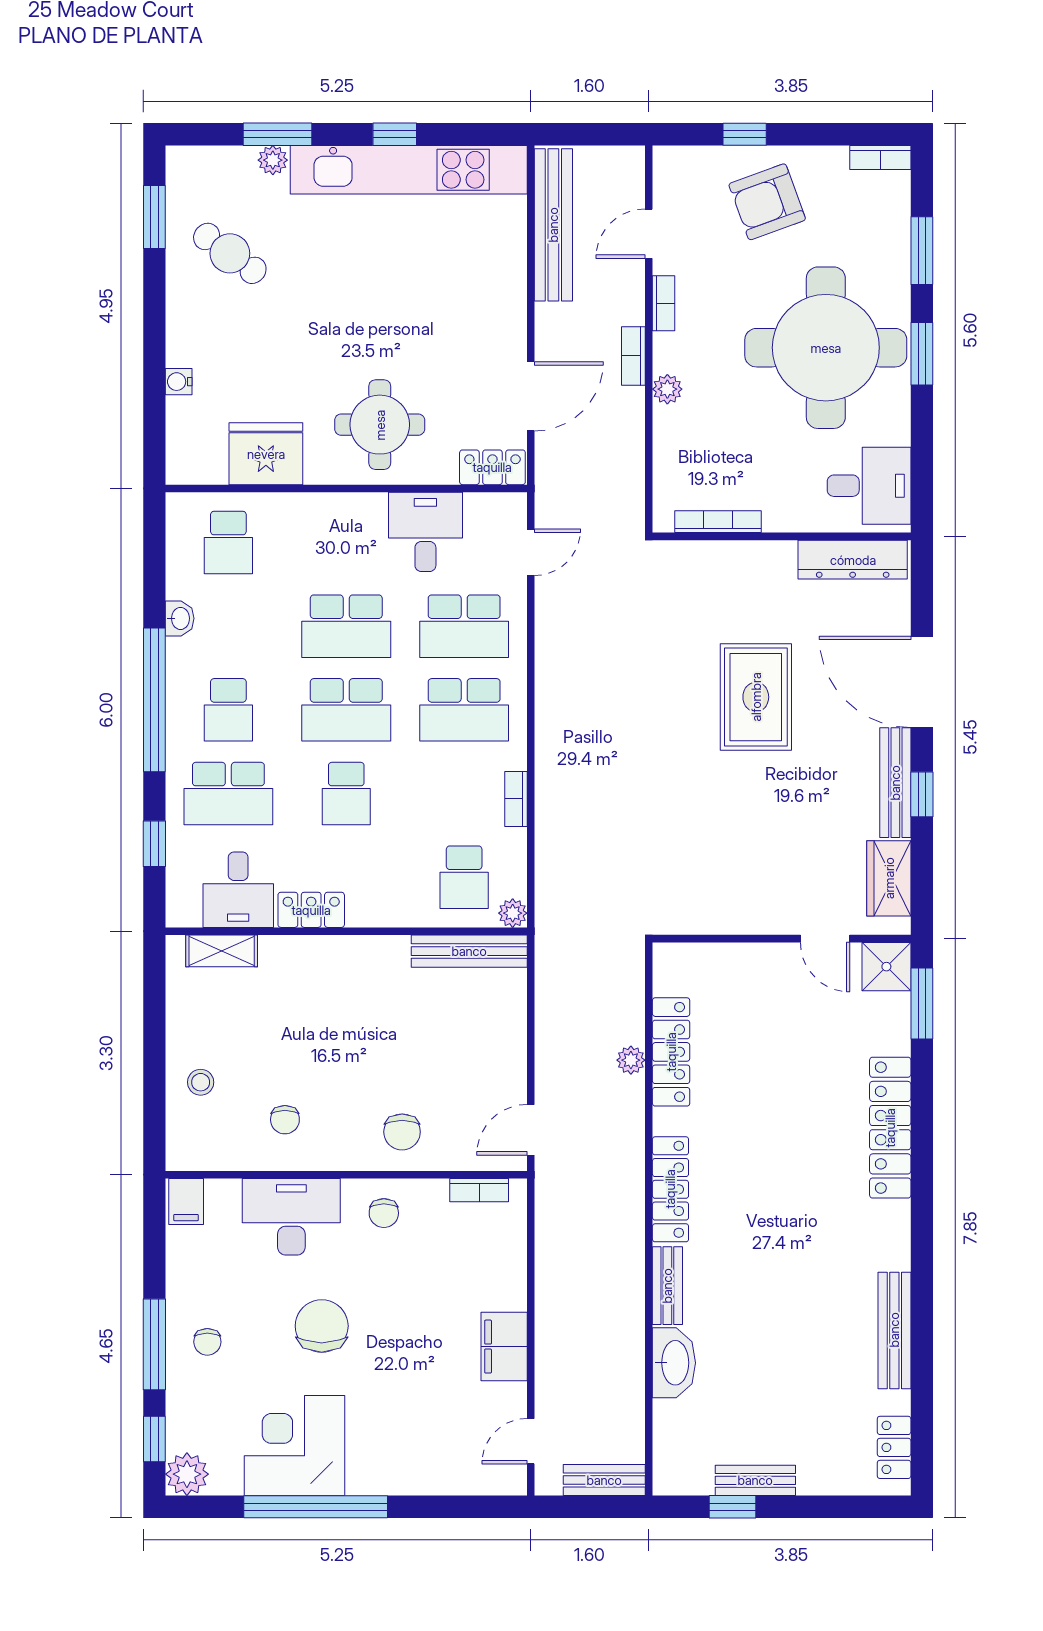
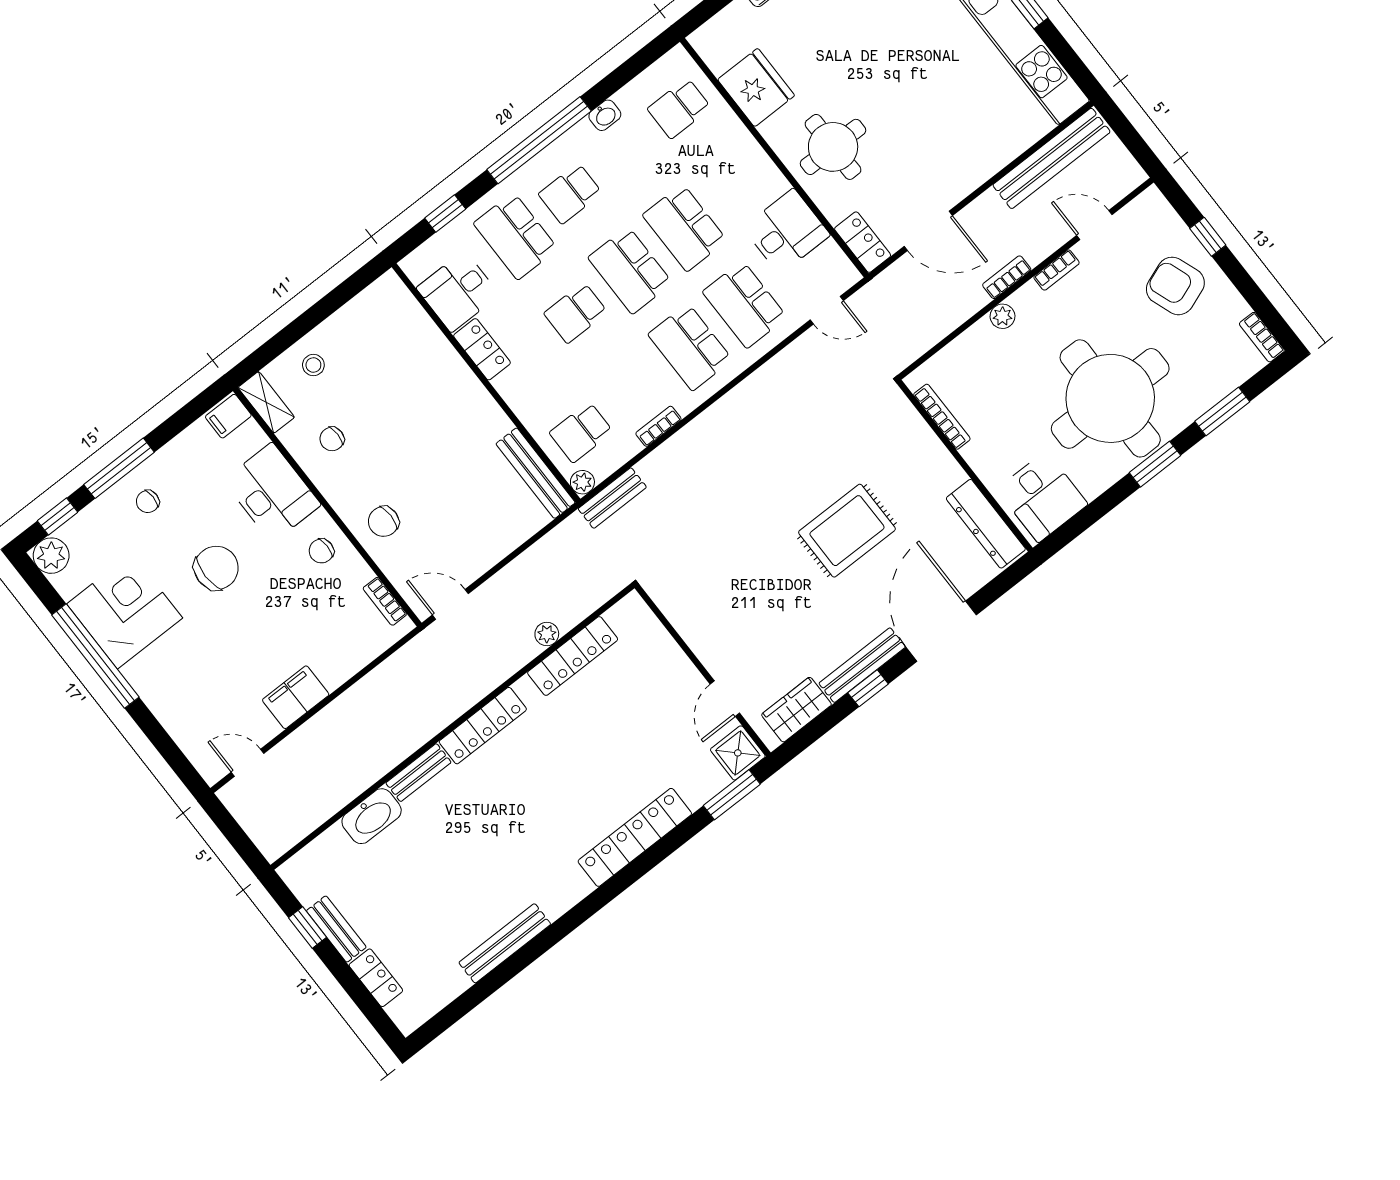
shelving: (222, 951) -> (266, 402), moved
locker: (894, 1447) -> (376, 978), moved, turned 90
bench: (604, 1480) -> (612, 498), moved, turned 90

